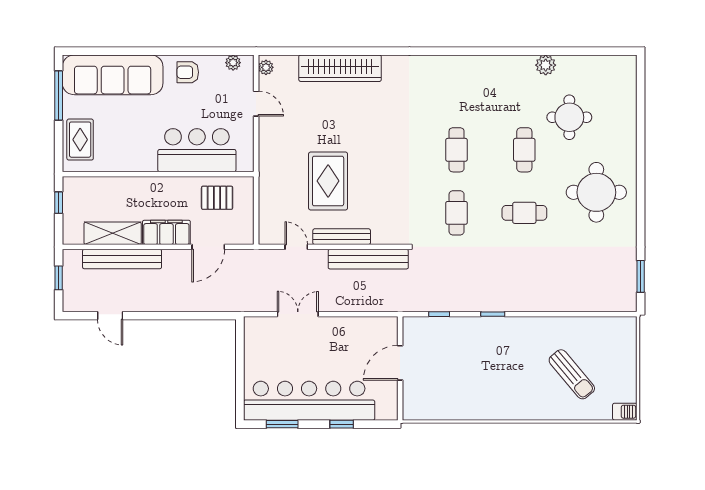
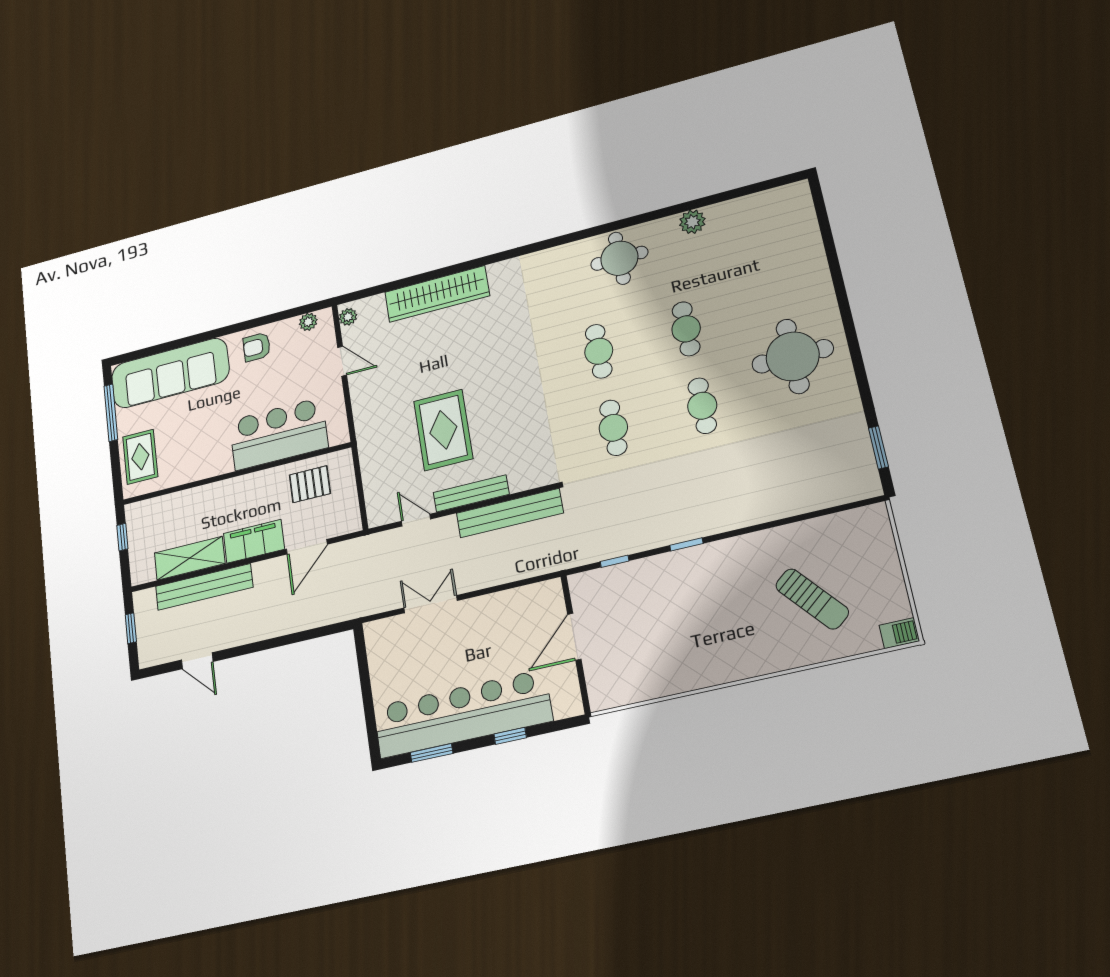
round table: (569, 117) -> (619, 258), moved
cafe table: (524, 213) -> (702, 406), turned 90

